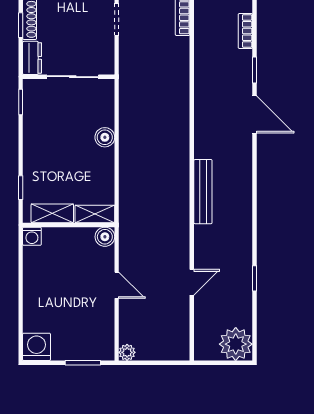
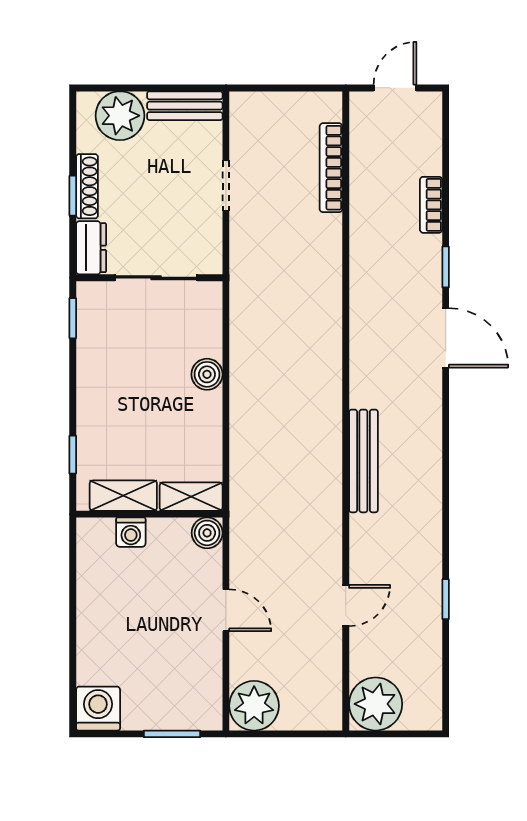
washing machine: (32, 236) -> (131, 532), moved
plant: (236, 344) -> (376, 704), moved
plant: (127, 352) -> (254, 706), width x1.87, depth x1.87

